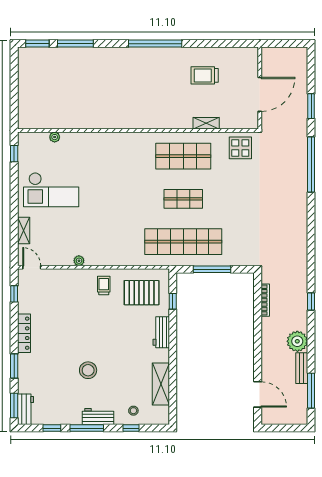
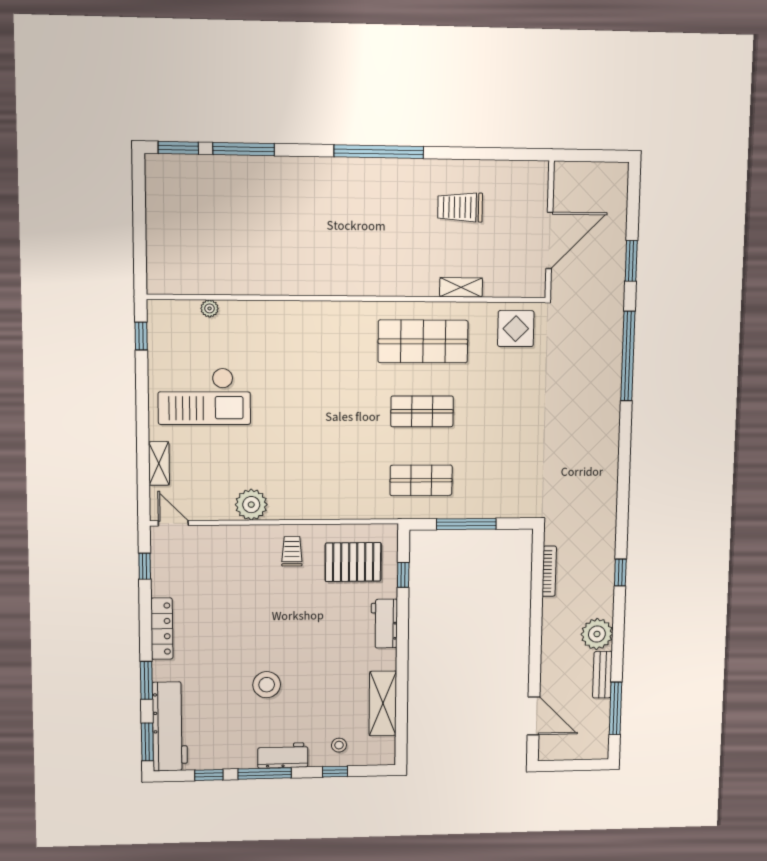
shop shelf: (183, 242) -> (421, 480), width x0.50, depth x0.74
plant: (79, 261) -> (251, 505), width x1.88, depth x1.88
workbench: (25, 409) -> (170, 726), width x1.88, depth x1.32

